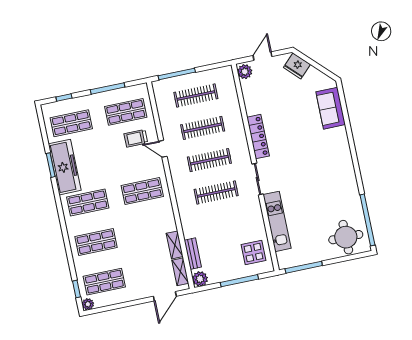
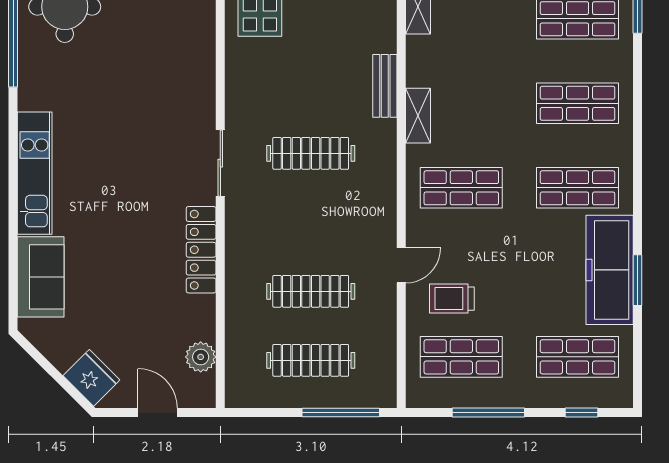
door: (263, 56) -> (158, 413), swing flipped
plant: (245, 72) -> (201, 357), moved
trolley: (136, 138) -> (452, 299), turned 180
door: (163, 149) -> (401, 265), hinge flipped
clothes rail: (209, 160) -> (311, 222), removed
kitchen unit: (277, 221) -> (35, 173), moved, turned 180
shelving: (175, 245) -> (418, 116), moved
bench: (193, 254) -> (385, 86), moved

